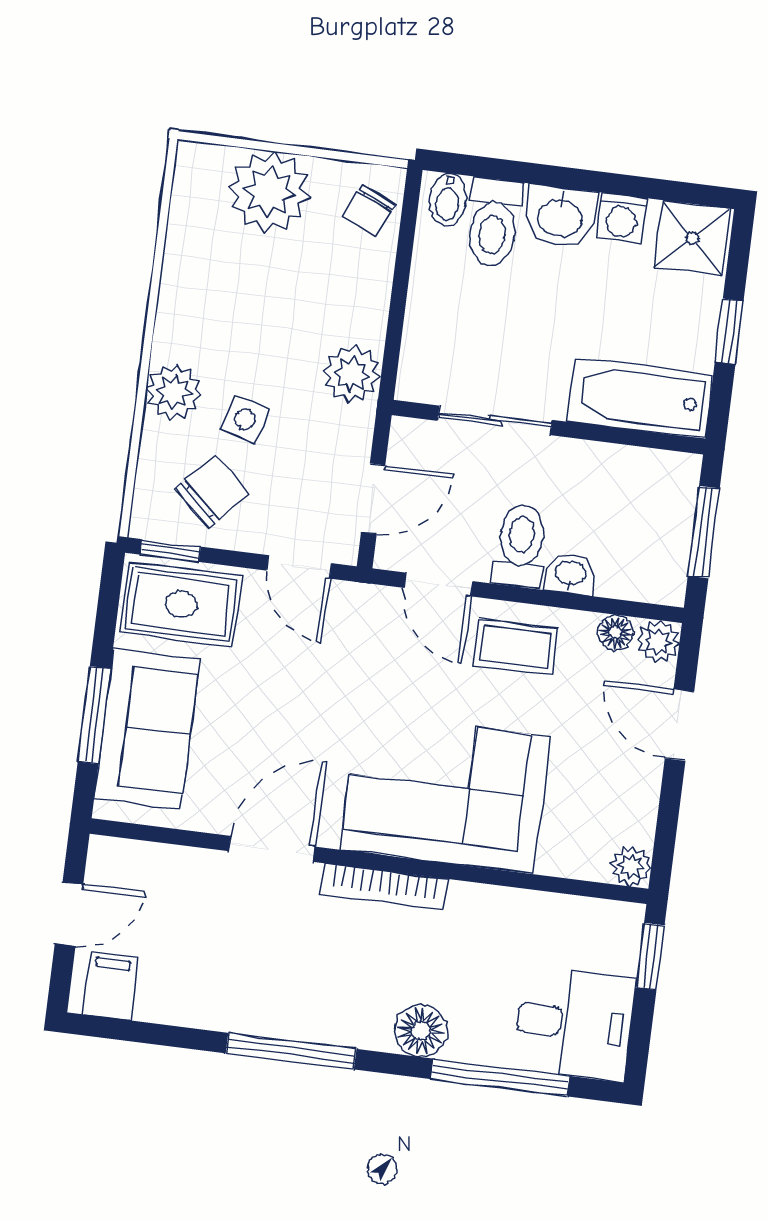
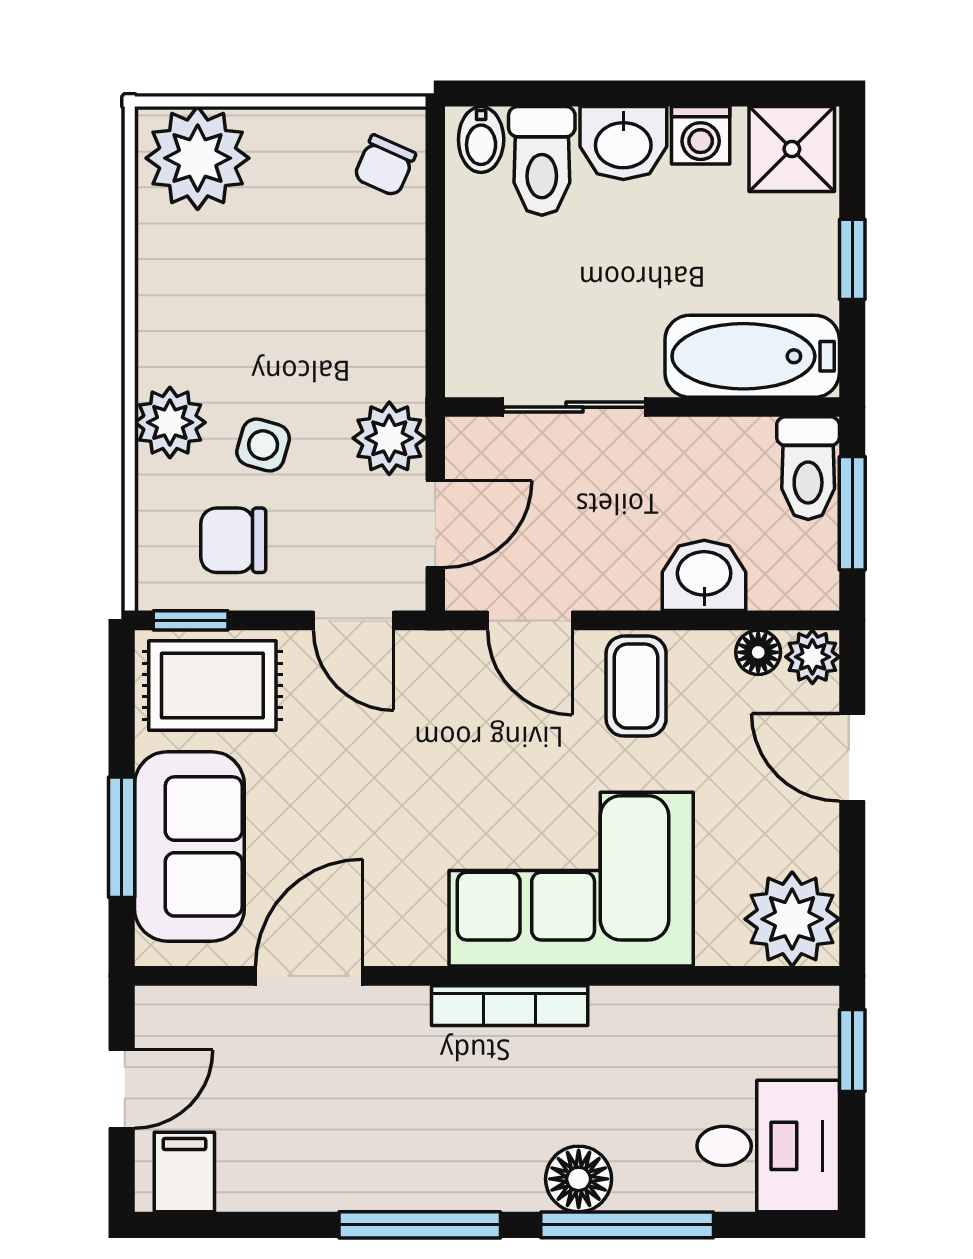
plant: (269, 192) -> (198, 158), moved
plant: (352, 374) -> (389, 438), moved
chair: (212, 492) -> (233, 540), turned -132
toilet: (521, 546) -> (808, 468), moved, turned 180
washbasin: (570, 574) -> (704, 575), width x1.38, depth x1.45
coffee table: (516, 647) -> (636, 686), turned 90
door: (272, 849) -> (309, 976), moved
plant: (631, 866) -> (792, 919), width x1.88, depth x1.88
window: (500, 1078) -> (627, 1225), moved

